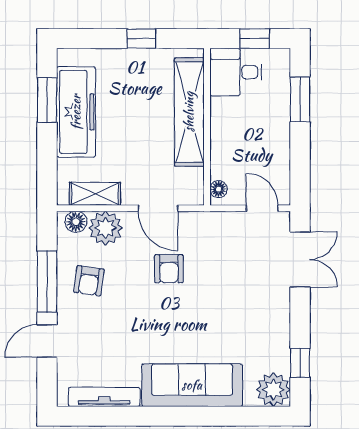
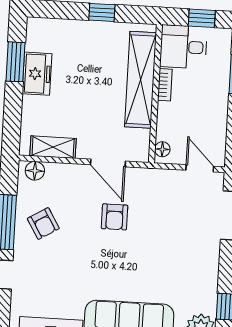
freezer: (76, 112) -> (37, 74), width x0.52, depth x0.79
bookcase: (217, 116) -> (165, 85), added
plant: (106, 228) -> (61, 178), removed
armchair: (89, 281) -> (43, 224), turned -39

